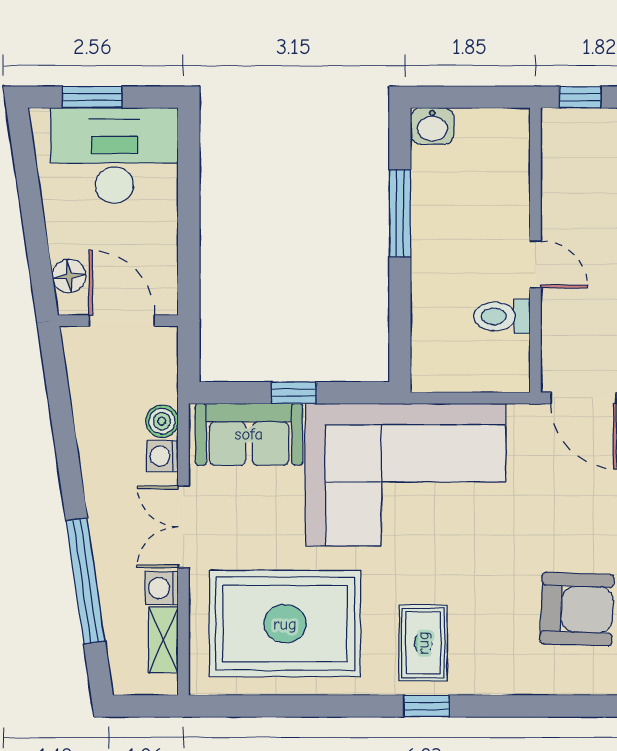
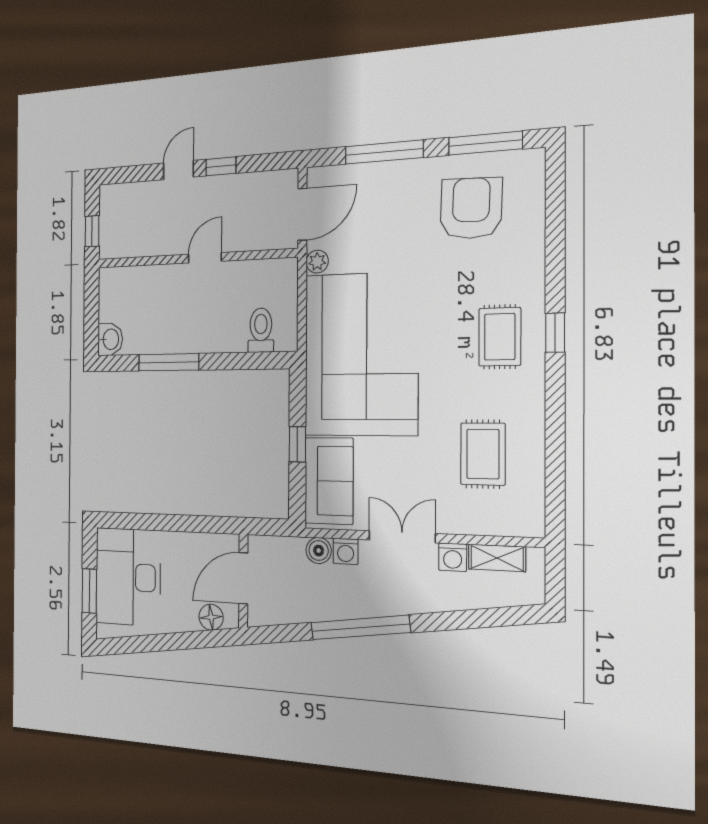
toilet: (502, 316) -> (261, 330), moved, turned 180
plant: (523, 418) -> (317, 262), added
double door: (183, 527) -> (402, 537), swing flipped
window: (85, 581) -> (360, 627), moved
rug: (285, 624) -> (483, 454), width x0.54, depth x0.49
rug: (423, 643) -> (500, 337), turned 90

